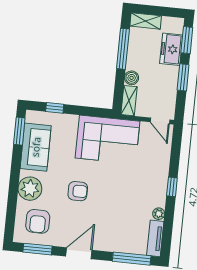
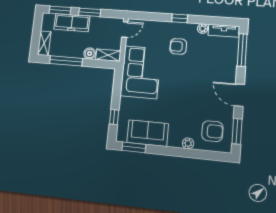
freezer: (171, 49) -> (72, 23), width x1.40
plant: (30, 189) -> (188, 143), width x0.53, depth x0.53
armchair: (78, 191) -> (178, 46), moved, turned -90

